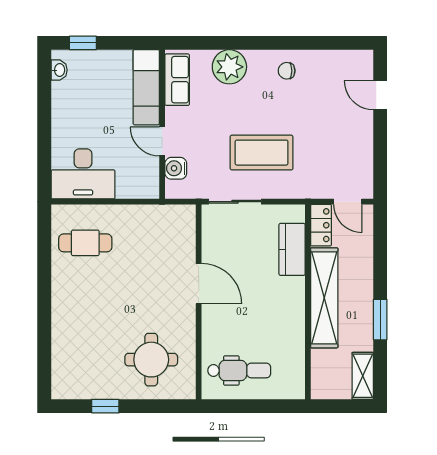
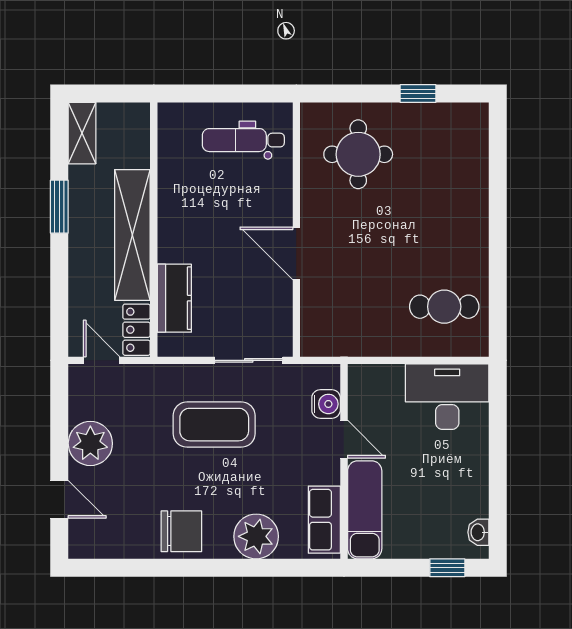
chair: (287, 71) -> (181, 531), width x1.87, depth x1.87
plant: (356, 138) -> (90, 443), added

